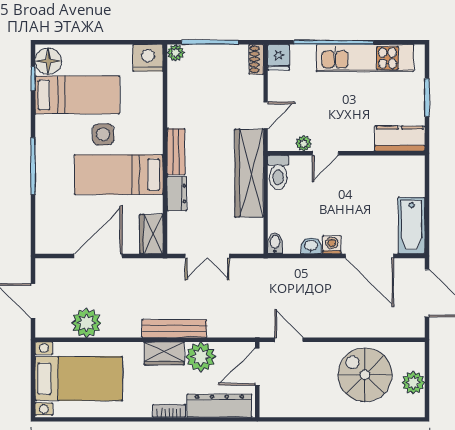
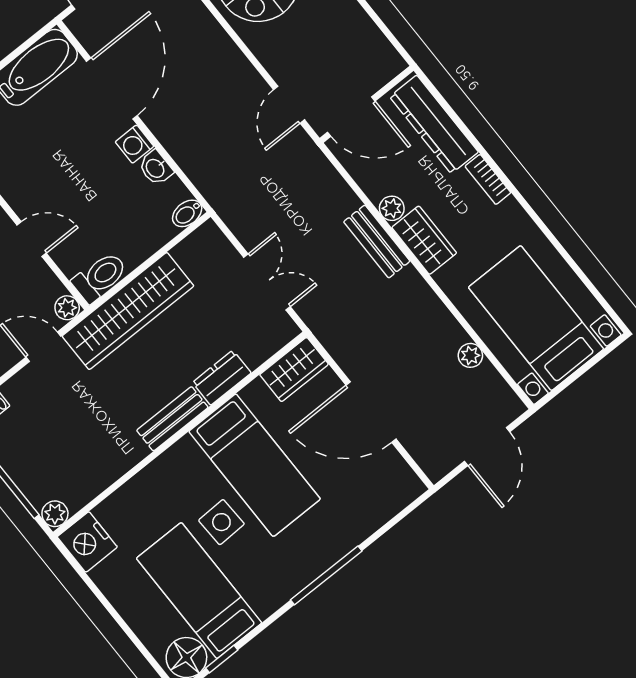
plant: (304, 143) -> (67, 308), moved
plant: (86, 323) -> (470, 355), width x0.53, depth x0.53
bench: (174, 329) -> (377, 241), width x0.73
plant: (201, 357) -> (392, 208), width x0.53, depth x0.53

